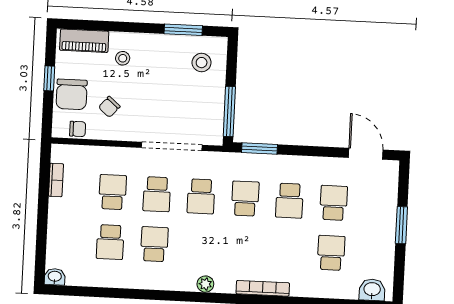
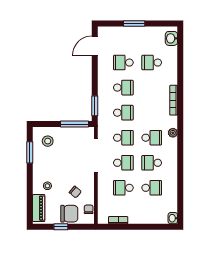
school desk: (245, 199) -> (123, 113), turned 180
school desk: (199, 246) -> (152, 138), added

